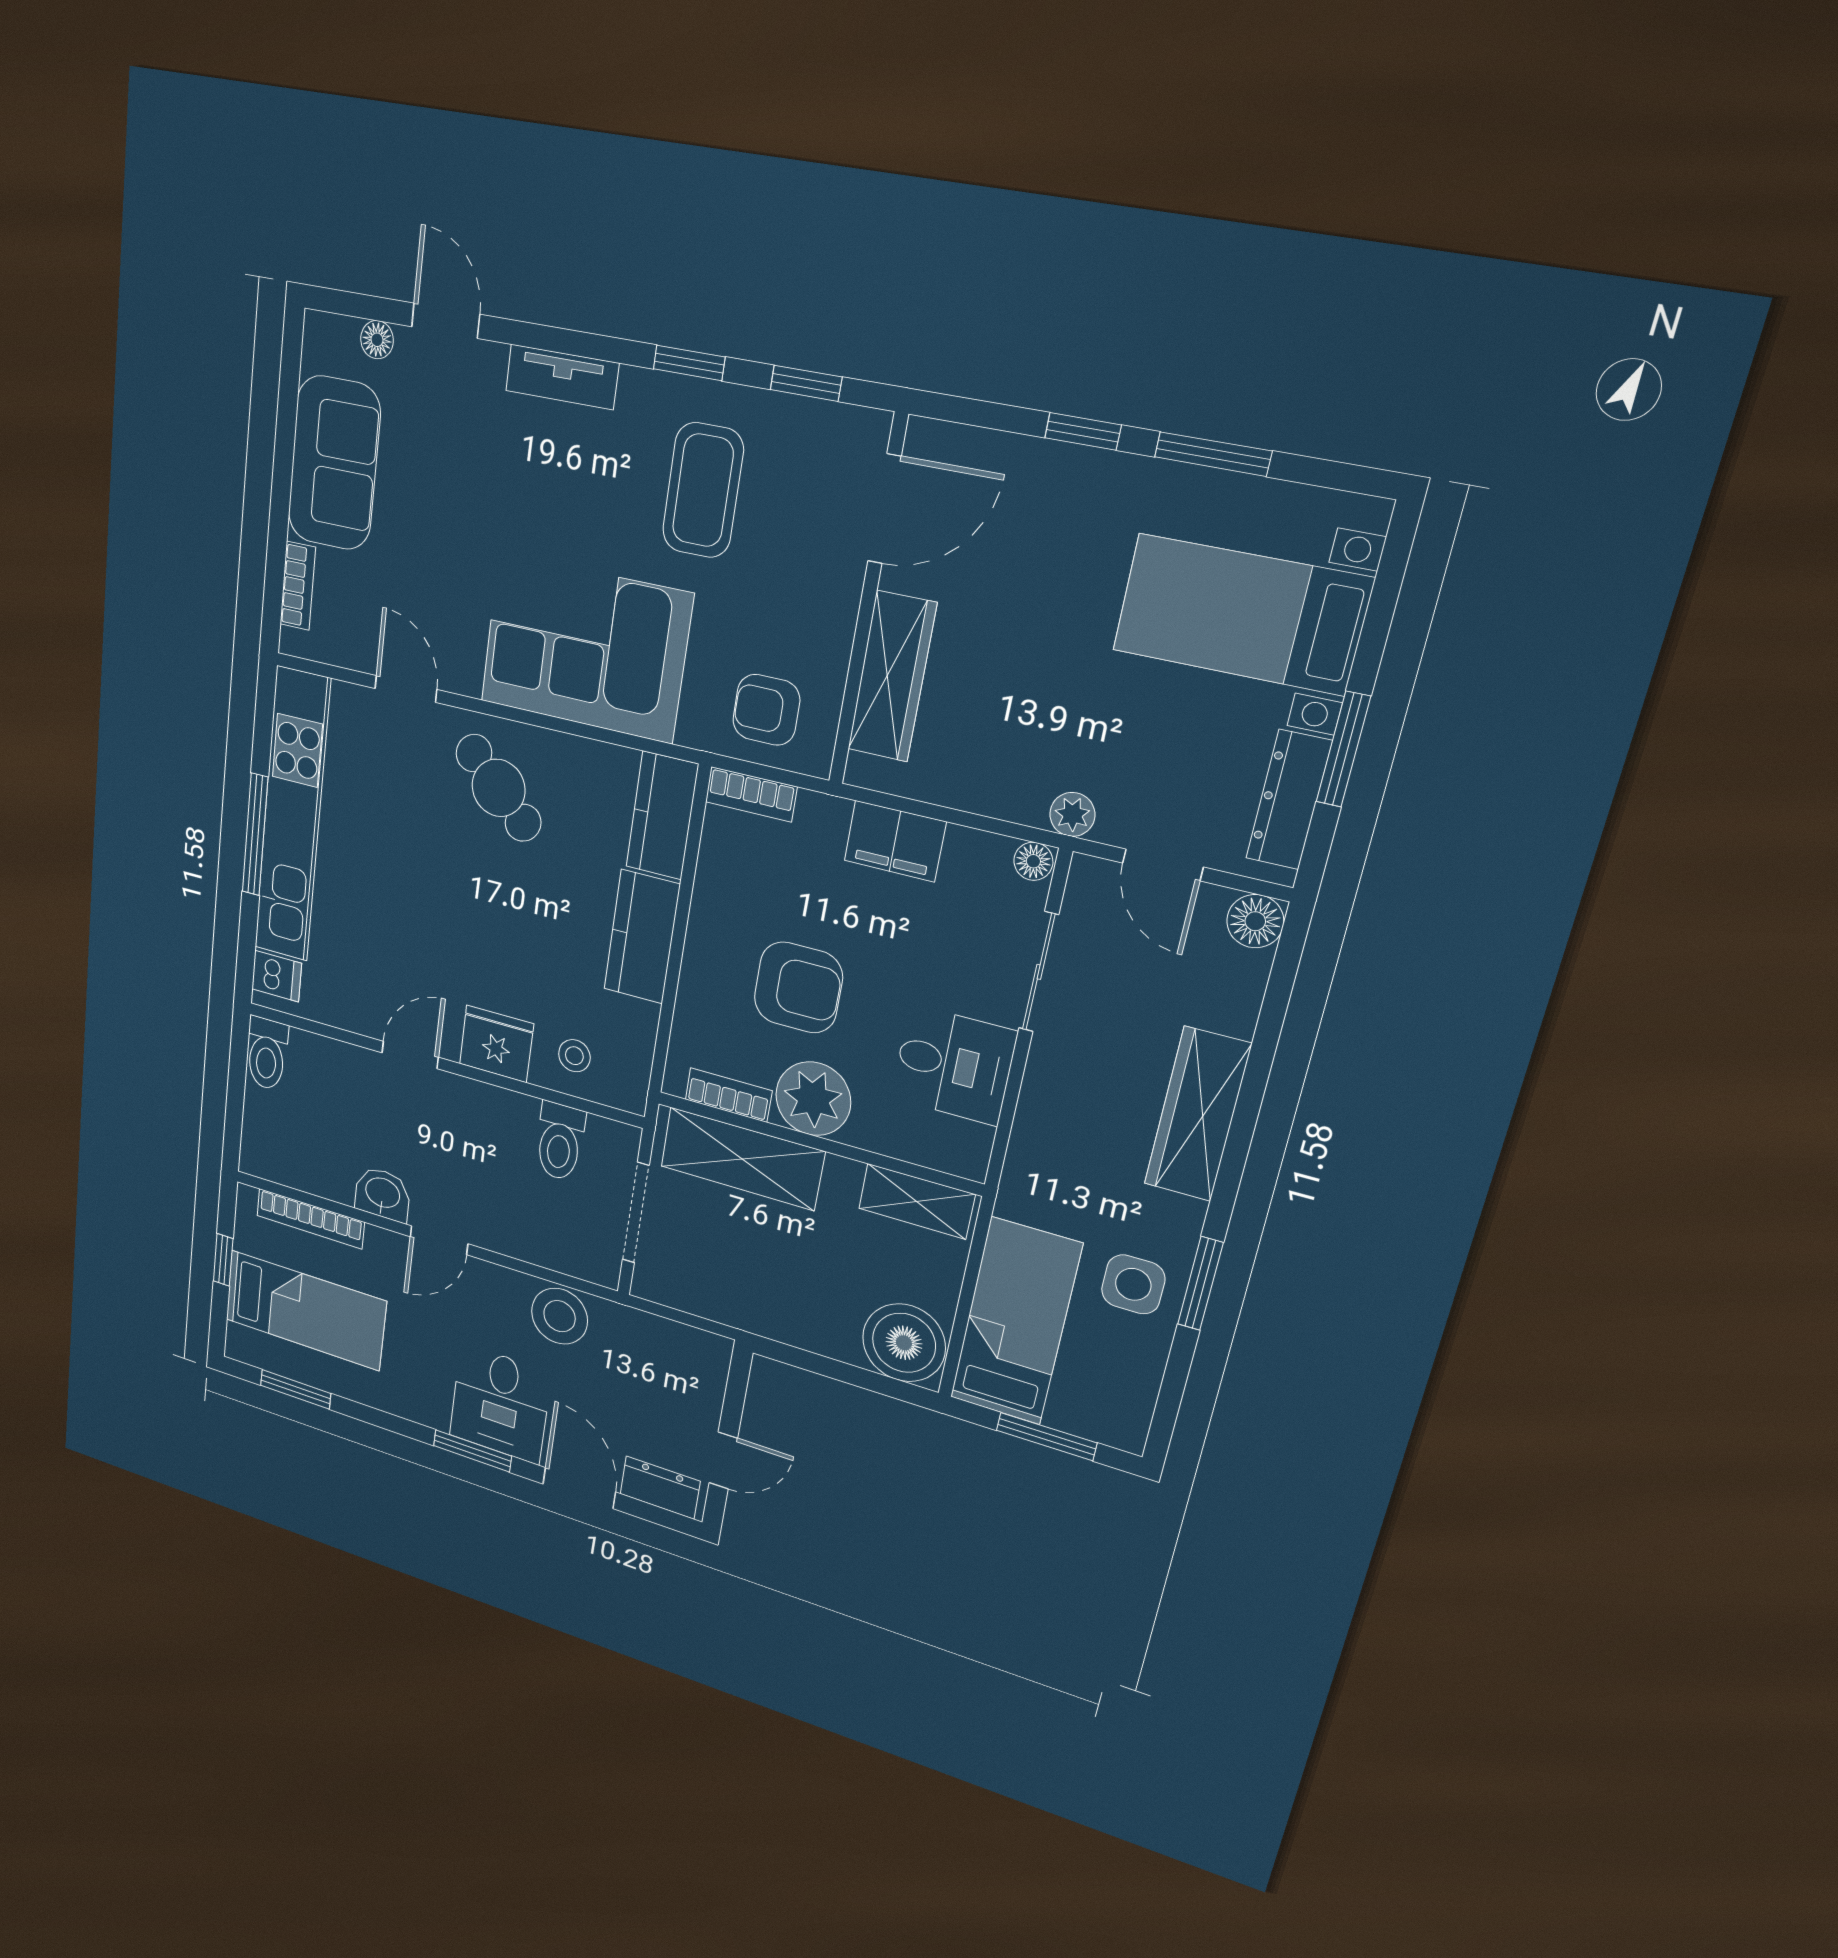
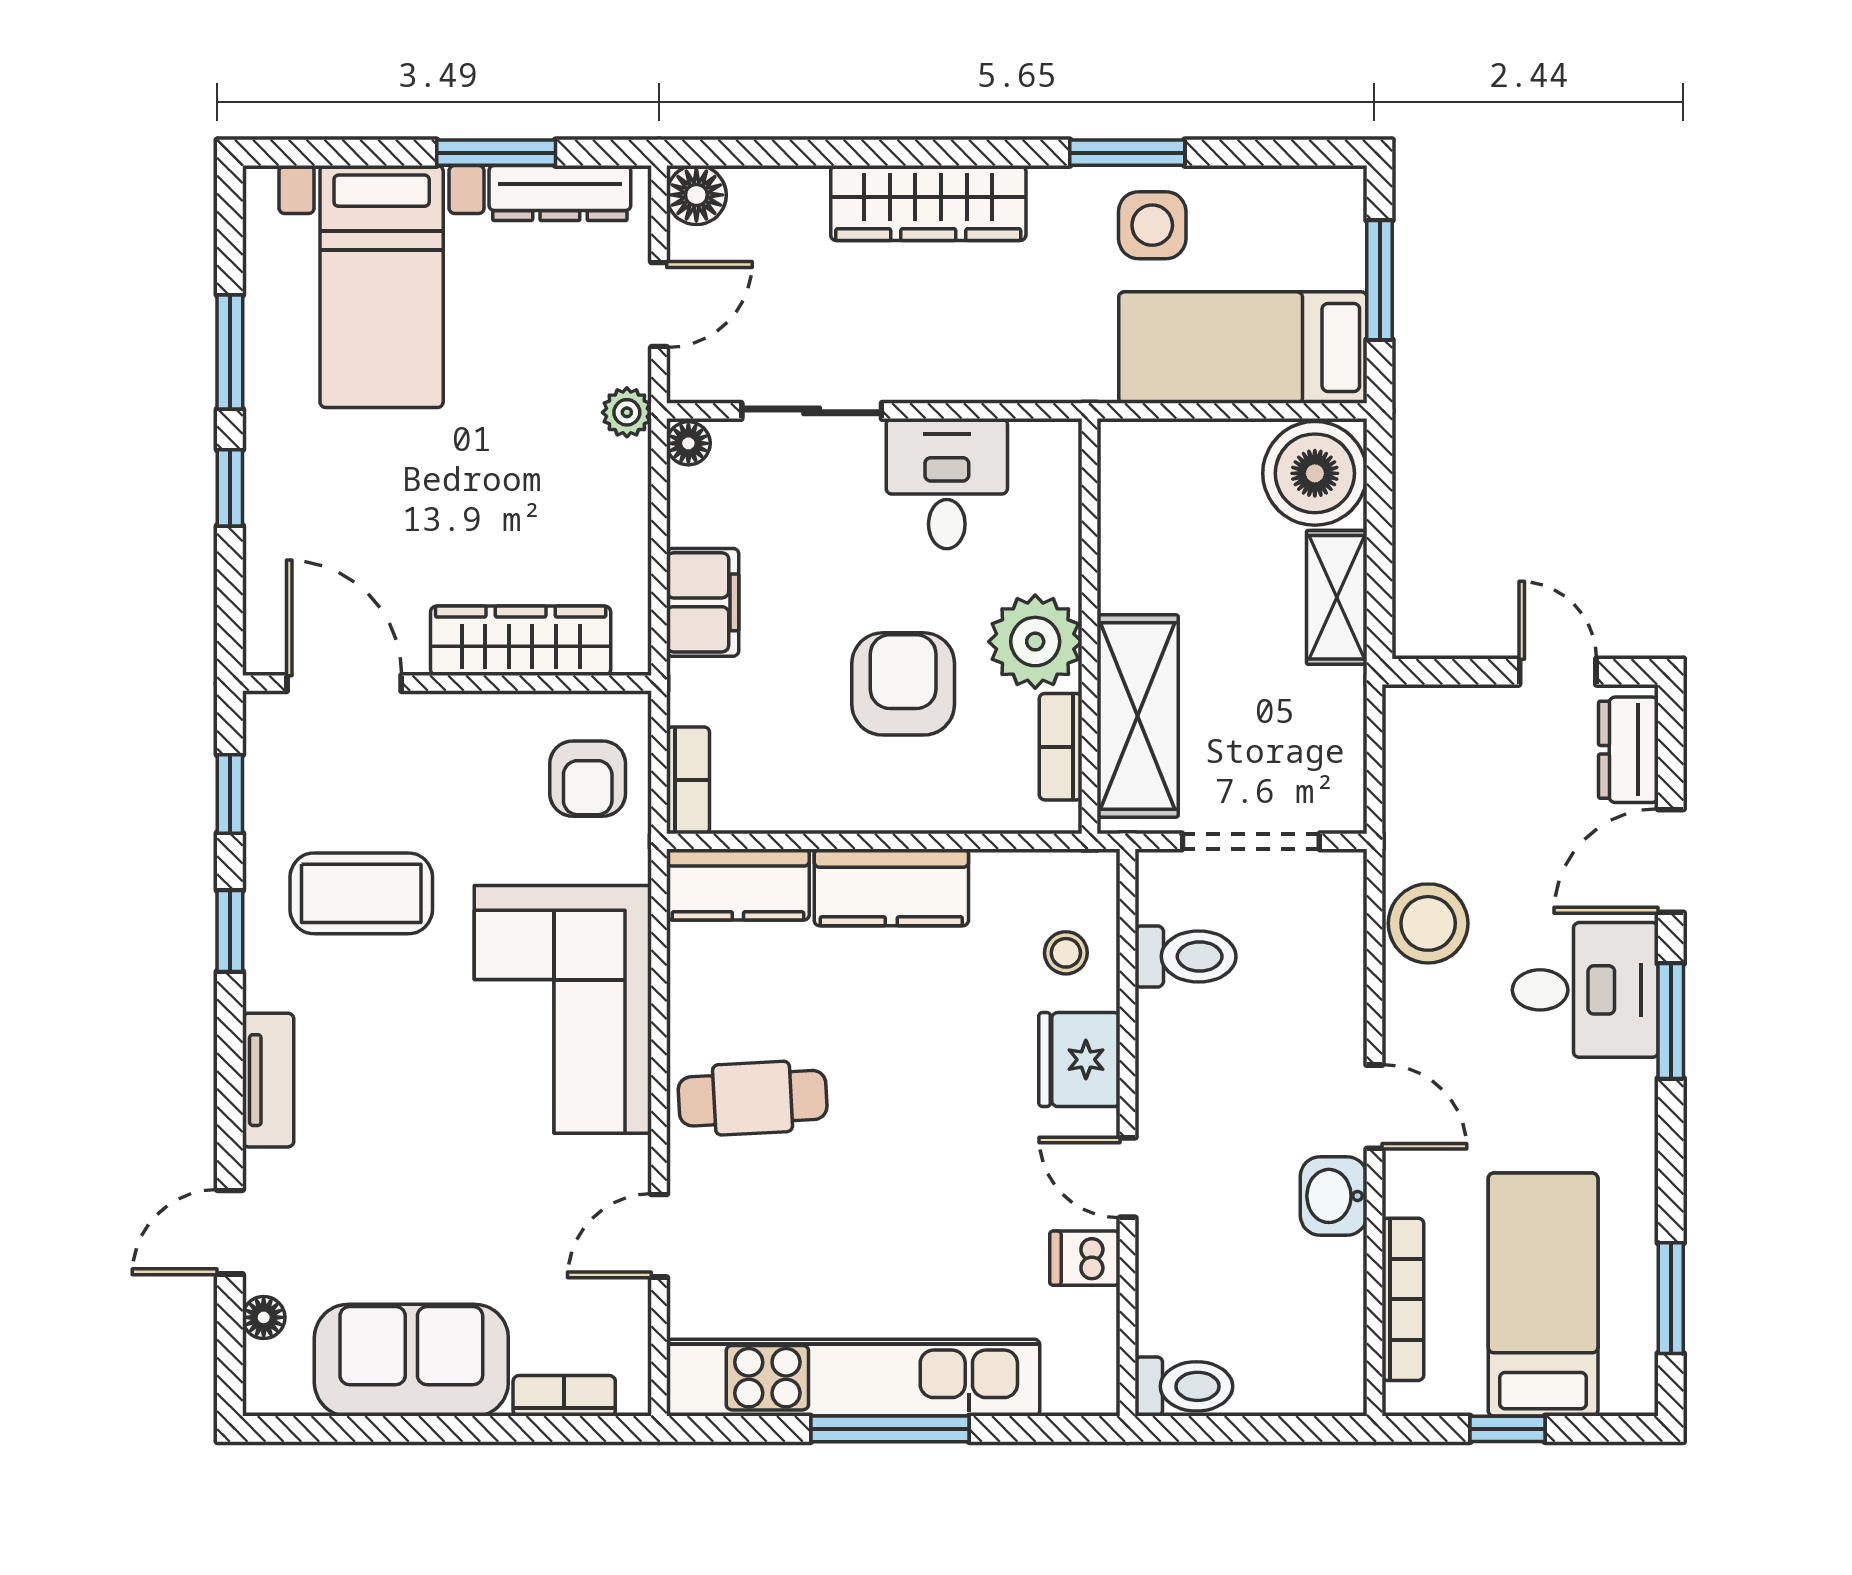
cafe table: (499, 788) -> (753, 1098), turned 44
dishwasher: (277, 976) -> (1085, 1258), moved, turned -90
shelving: (917, 1201) -> (1337, 597), moved

